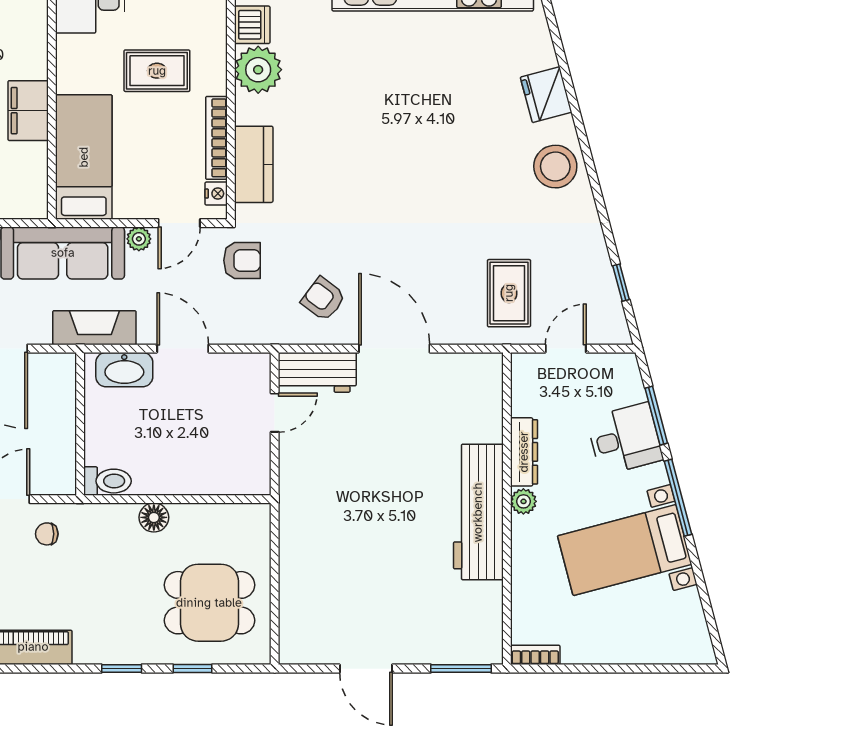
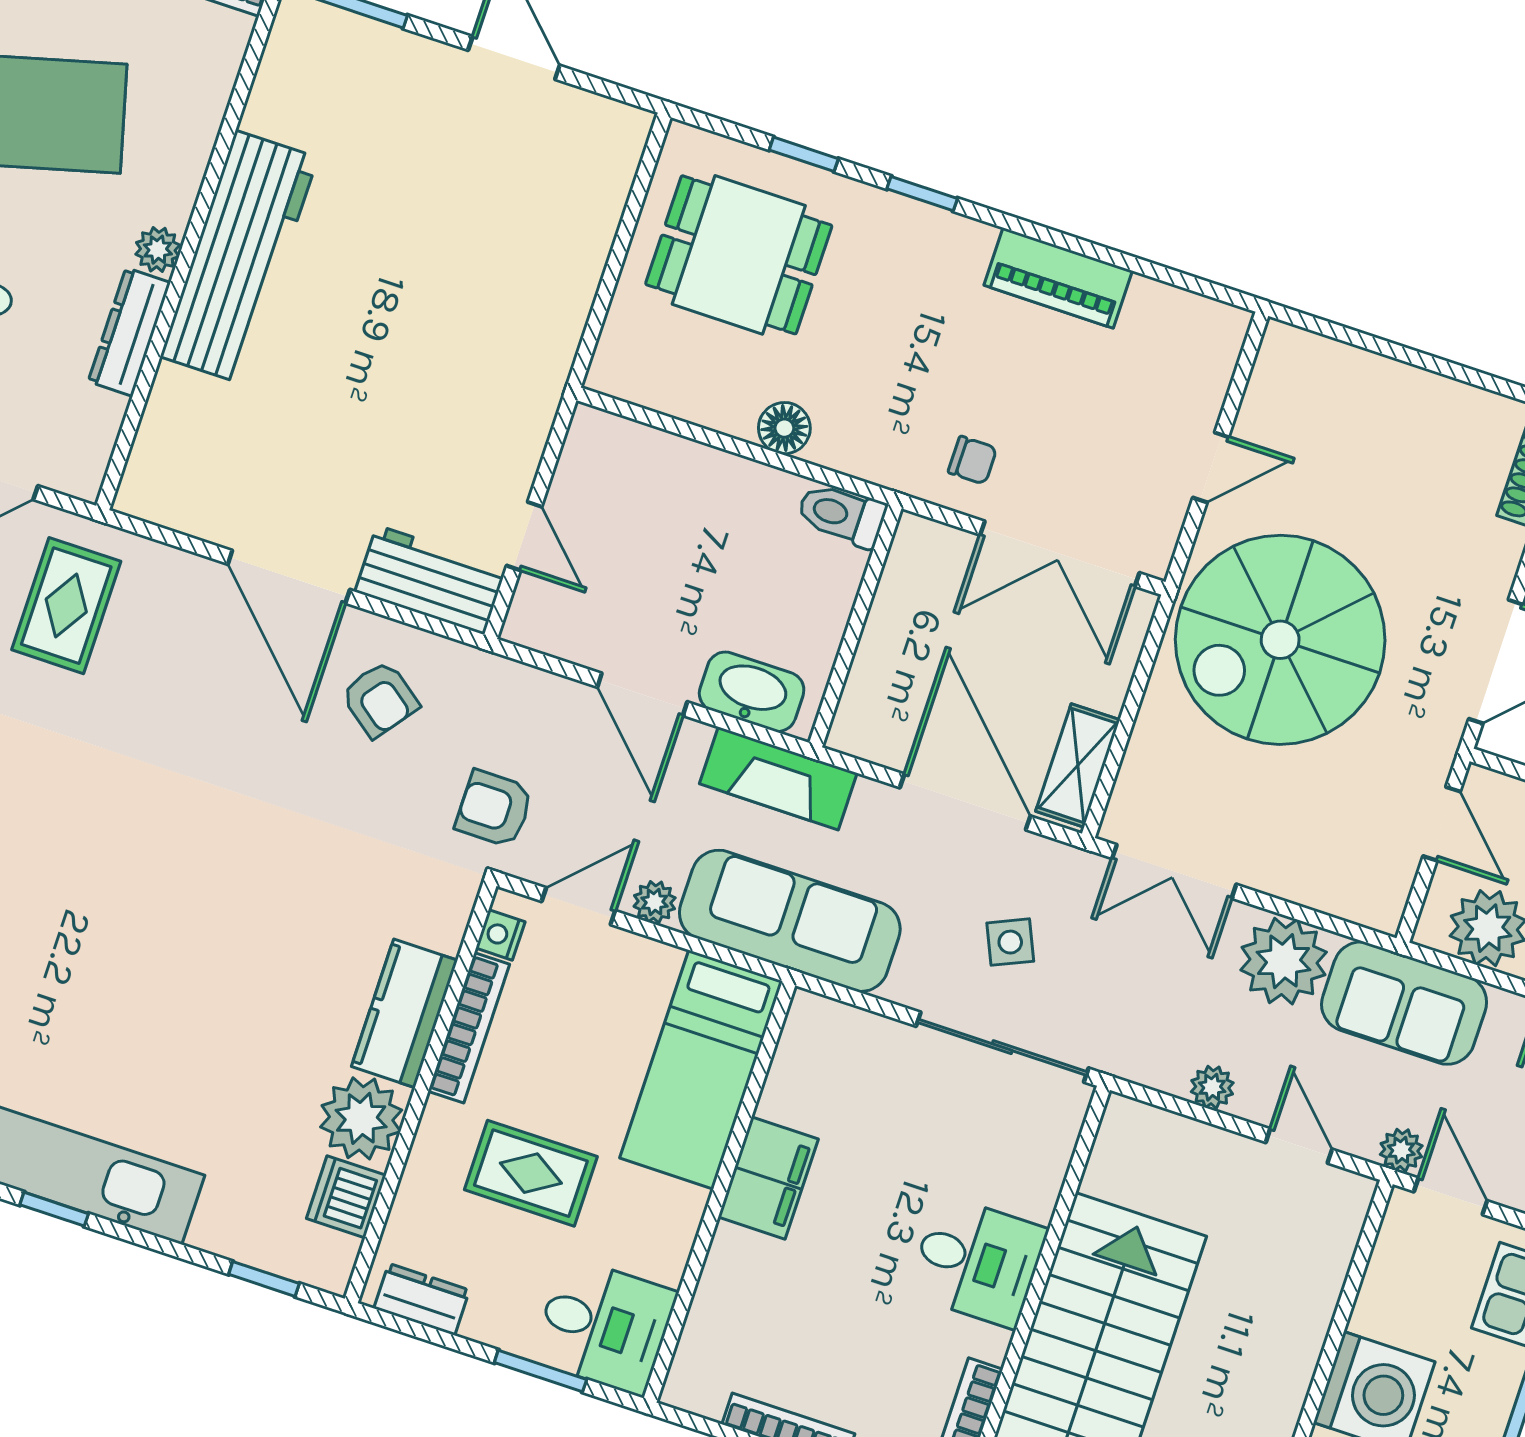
kitchen counter: (254, 164) -> (404, 1013), moved
door: (275, 413) -> (524, 536), swing flipped

